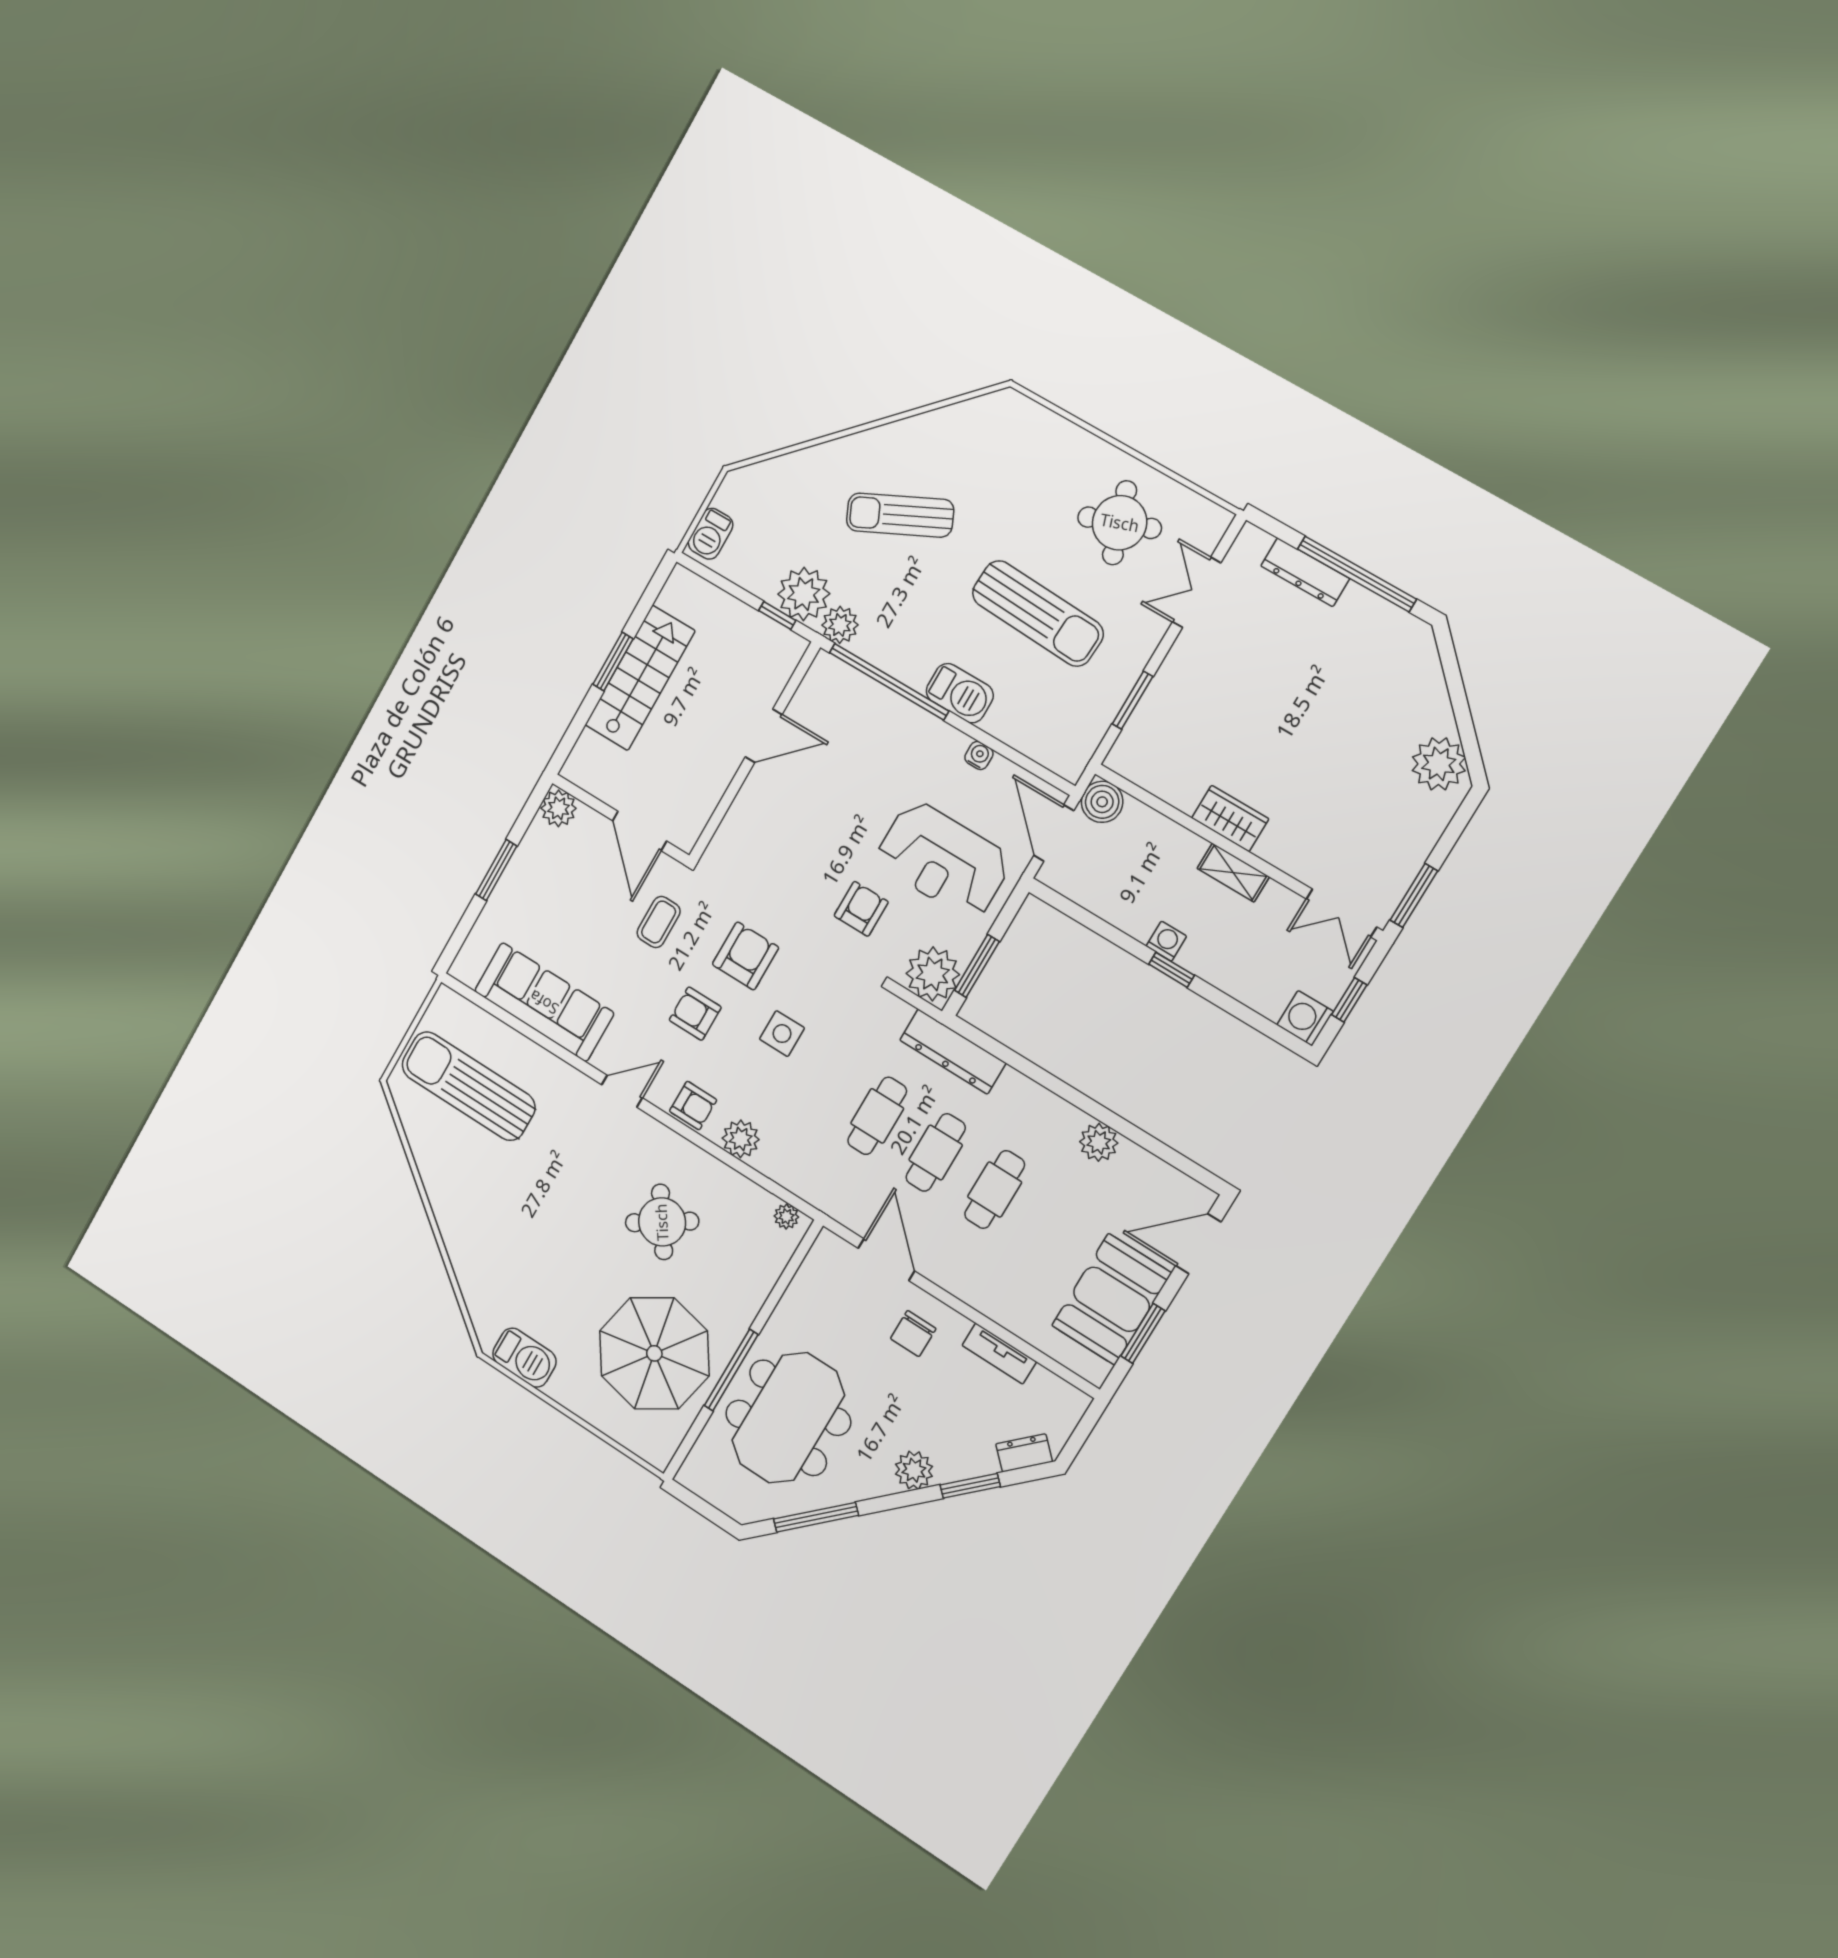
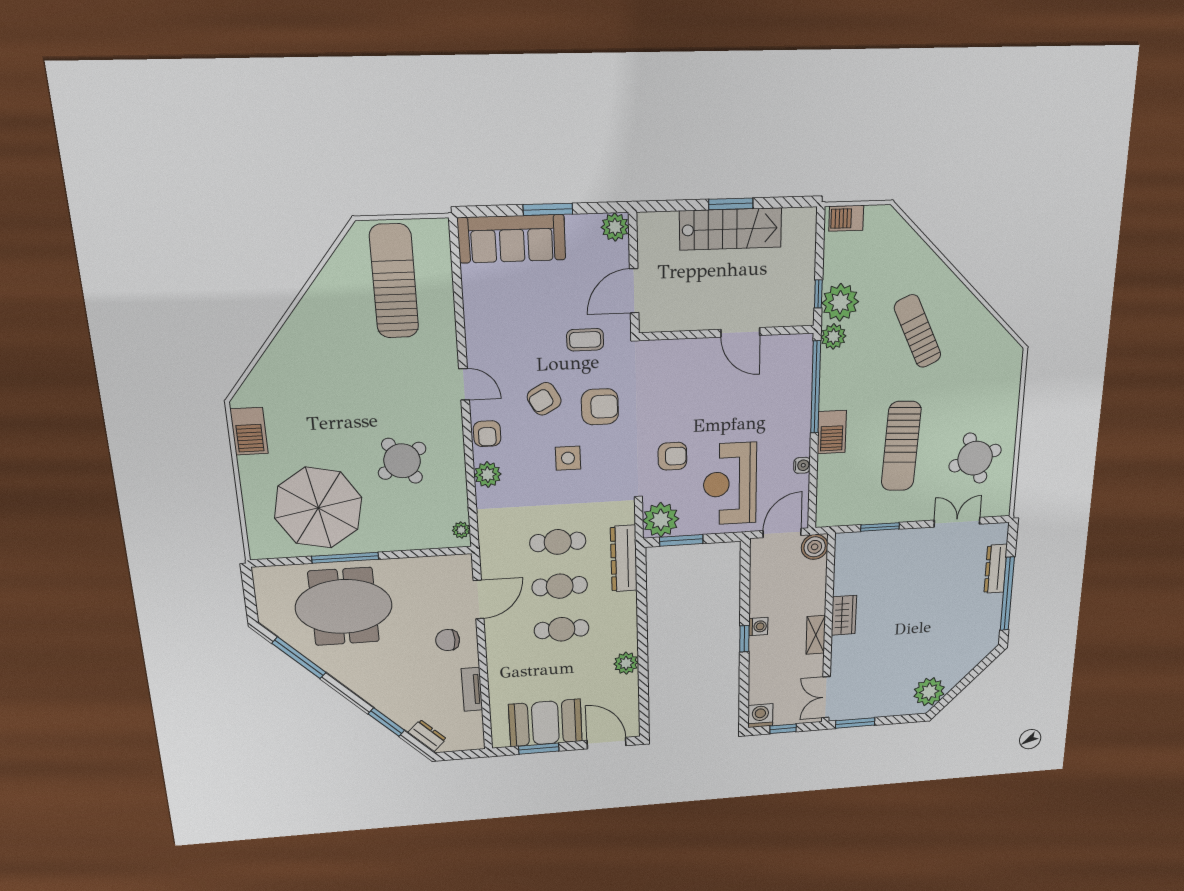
sofa: (544, 1002) -> (512, 239), moved, turned 90
armchair: (695, 1014) -> (544, 399), turned -119
plant: (914, 1470) -> (371, 690), removed

